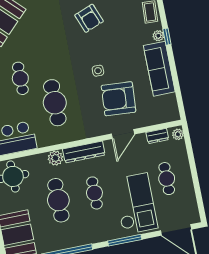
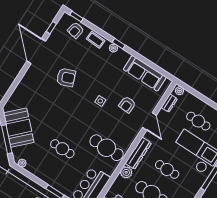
sofa: (159, 69) -> (145, 73), moved
armchair: (119, 99) -> (127, 105), width x0.53, depth x0.53
cafe table: (55, 103) -> (107, 148), moved

